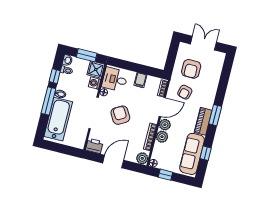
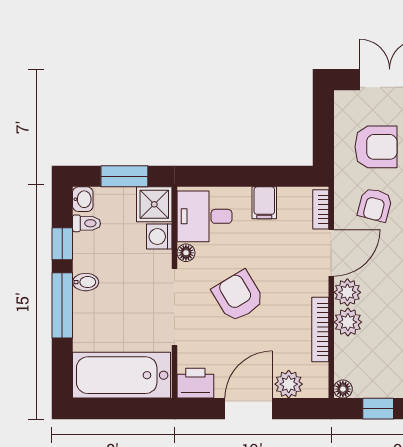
armchair: (191, 69) -> (376, 147), turned -90
bathtub: (58, 119) -> (122, 375), moved, turned -90
plant: (142, 158) -> (289, 384), moved

